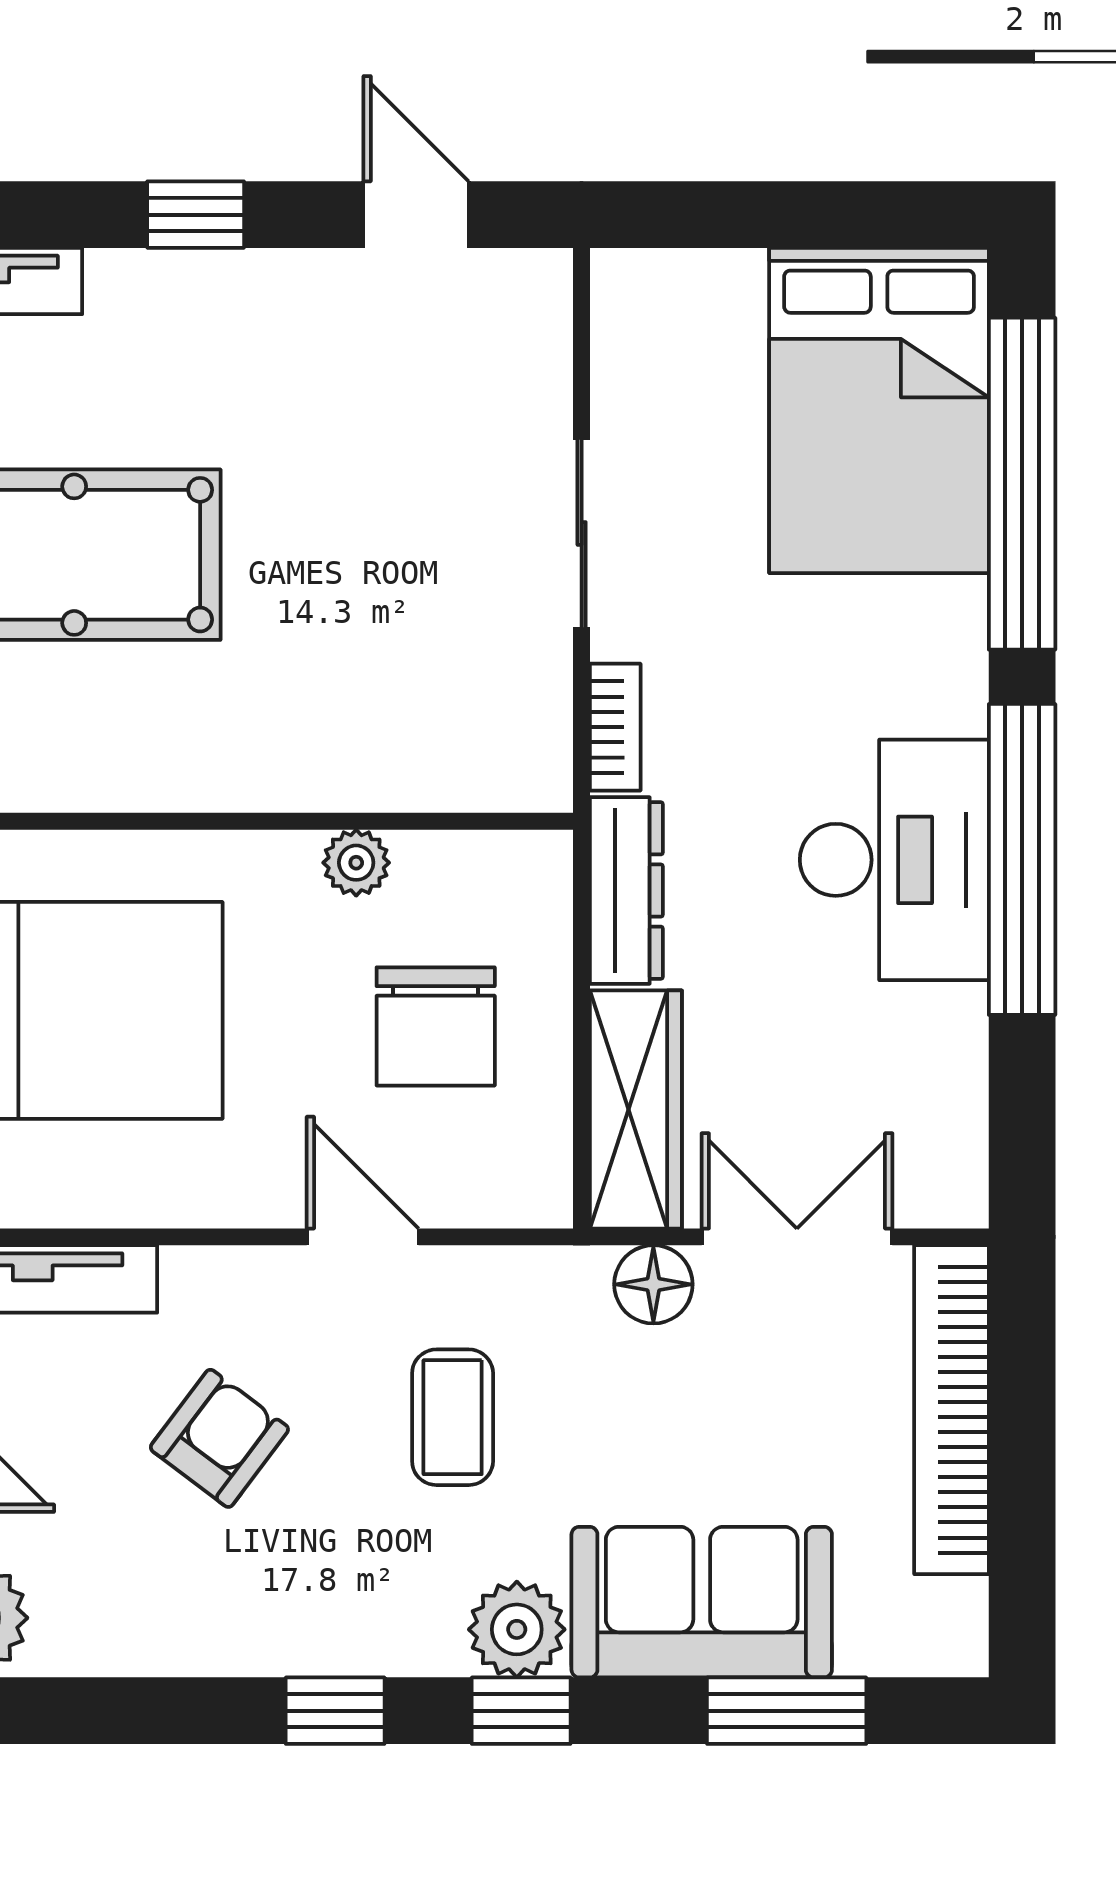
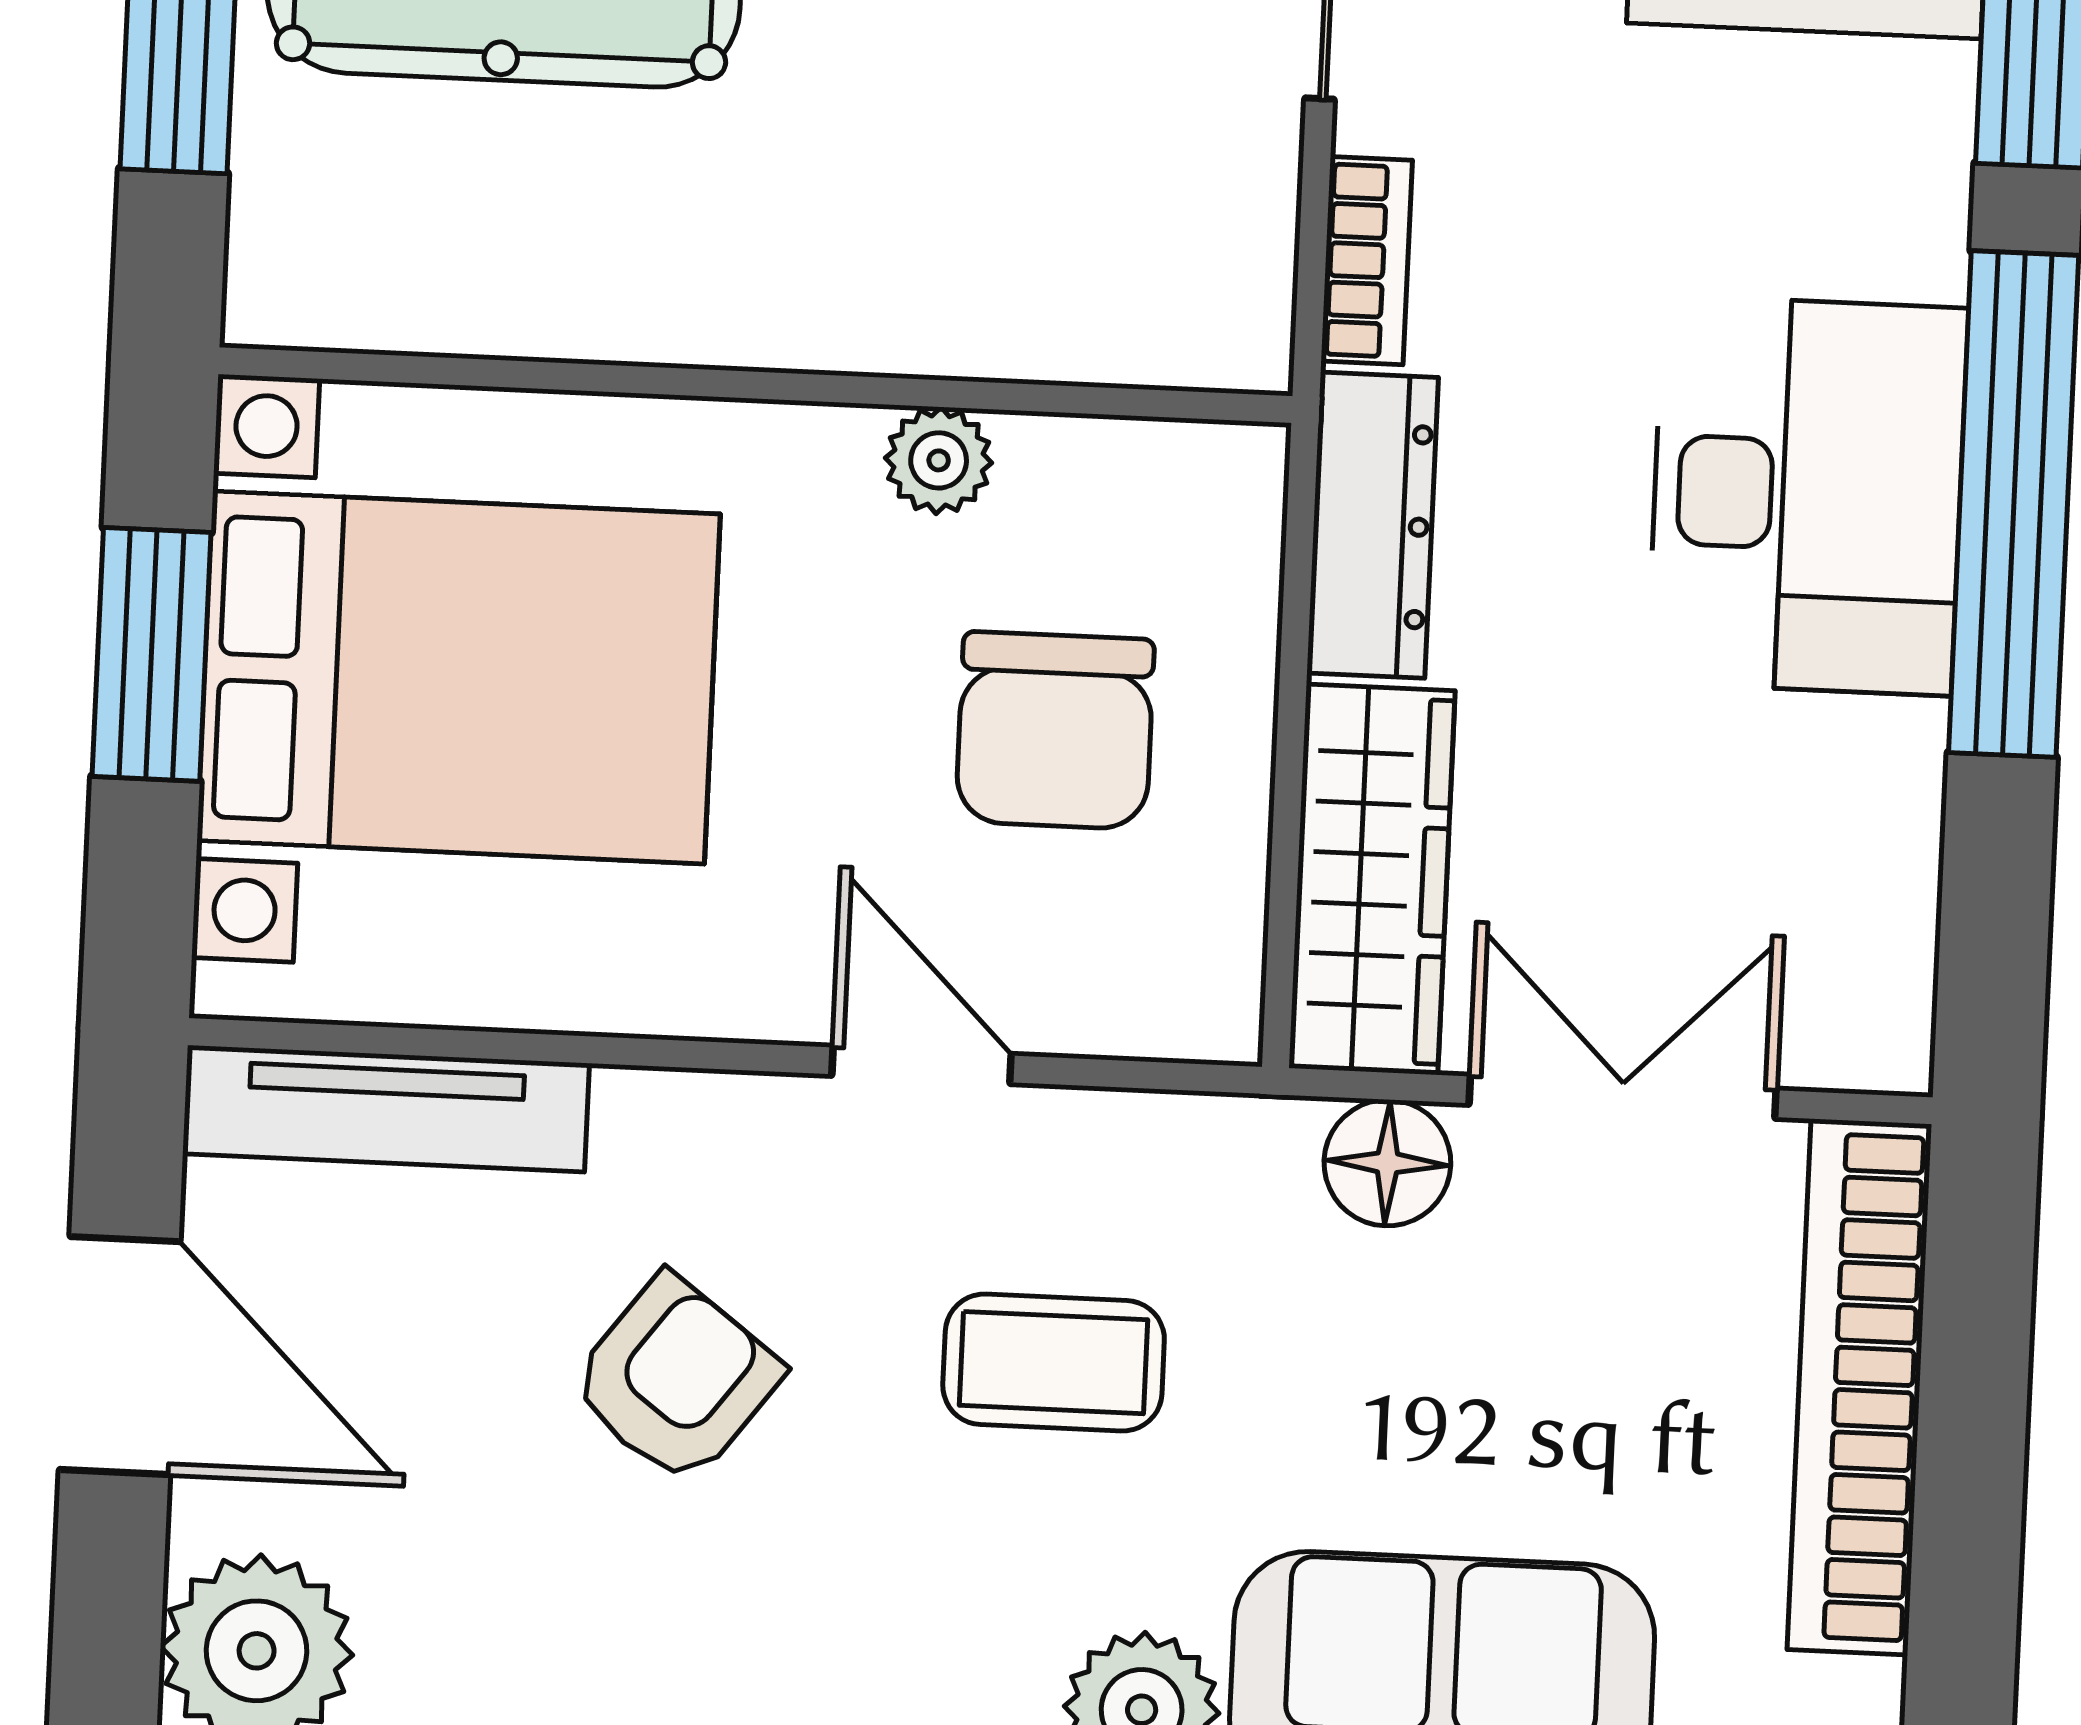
coffee table: (453, 1417) -> (1054, 1363), turned 90

